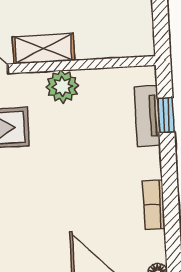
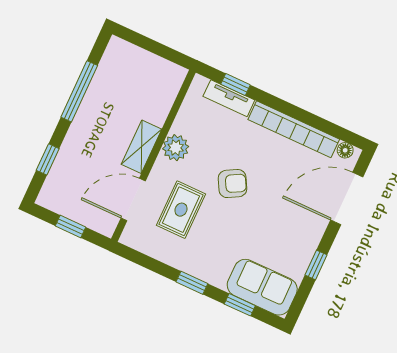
armchair: (56, 169) -> (232, 184), added
bookcase: (154, 205) -> (294, 129), width x2.31, depth x1.31

